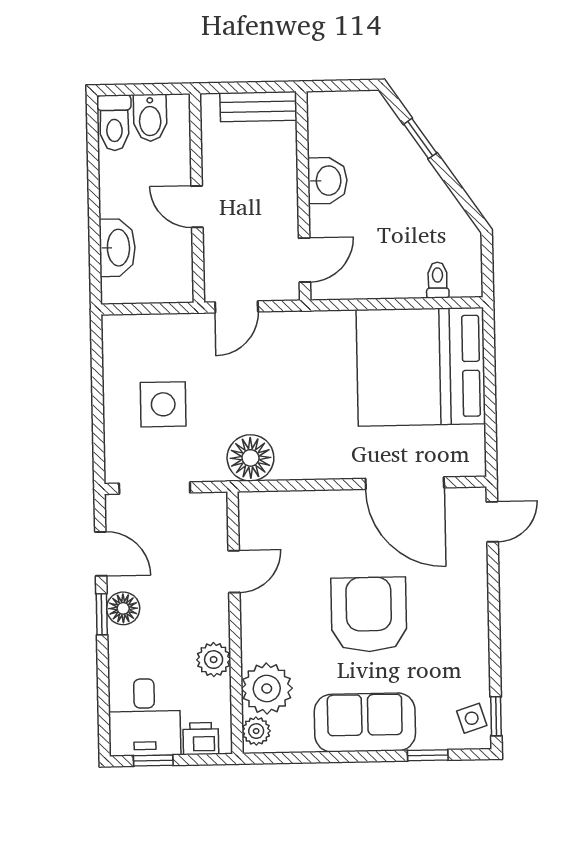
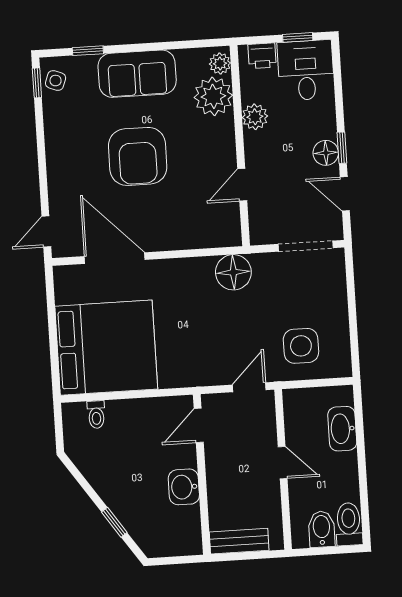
side table: (163, 404) -> (301, 346), moved
side table: (472, 718) -> (56, 81), turned 38

